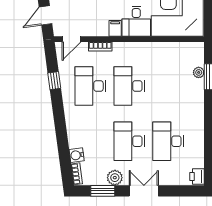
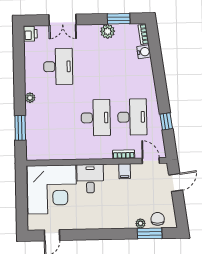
filing cabinet: (115, 28) -> (125, 171), moved
door: (71, 39) -> (151, 161), hinge flipped
plant: (199, 72) -> (30, 98), moved
desk: (129, 141) -> (95, 66), removed
double door: (144, 191) -> (63, 20), moved

